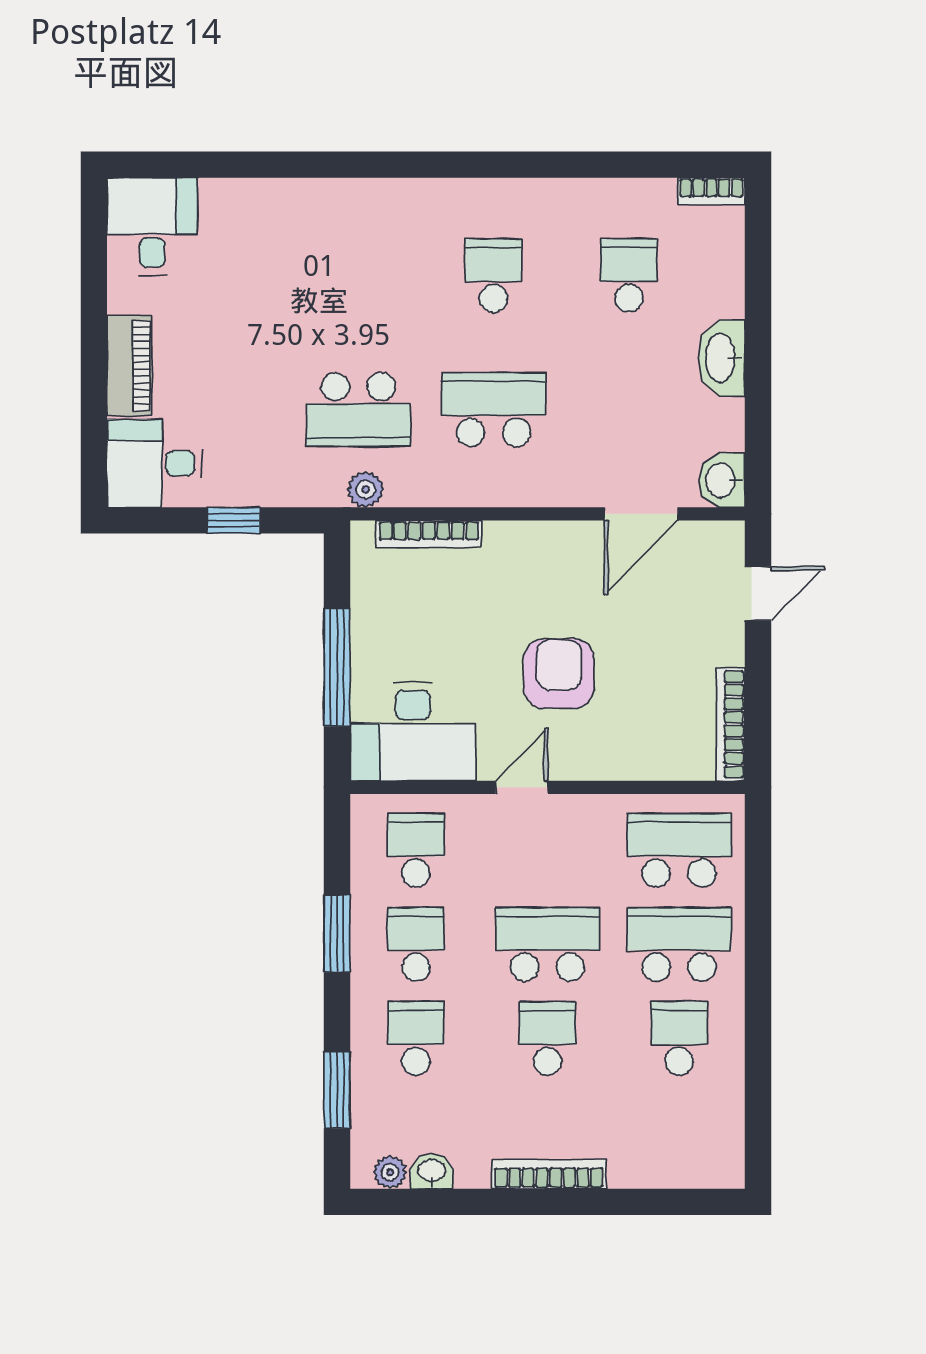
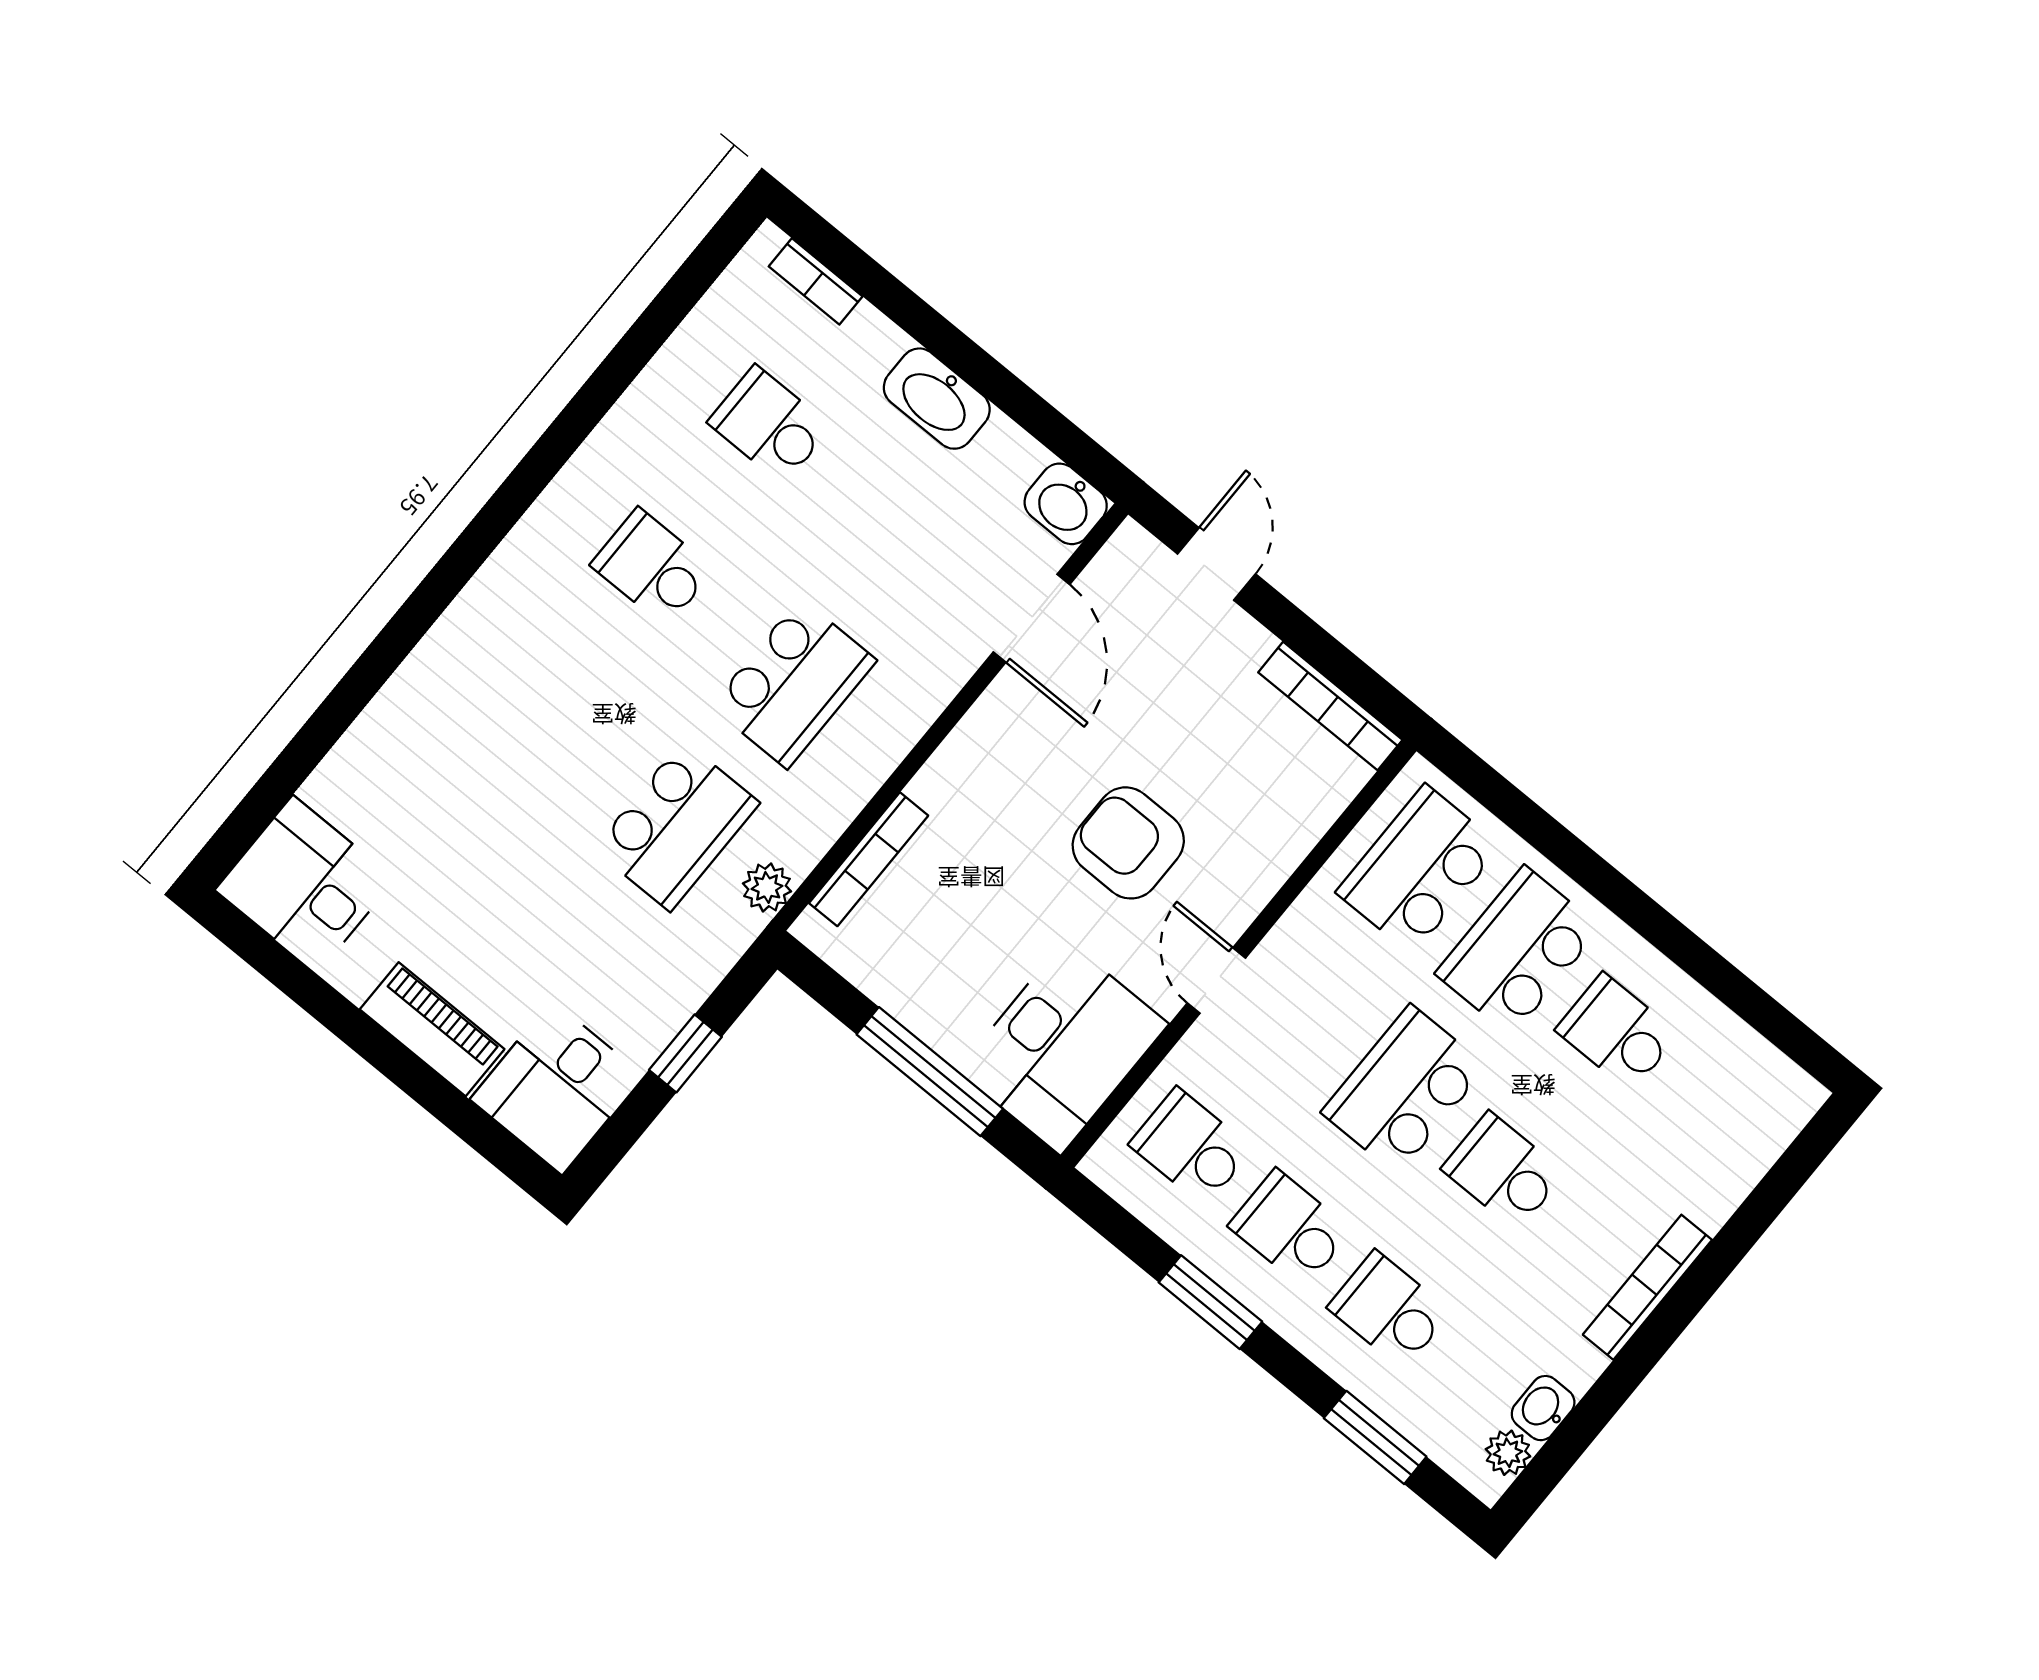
bookcase: (711, 191) -> (816, 281), moved, turned 90
school desk: (494, 410) -> (794, 683), turned 180

